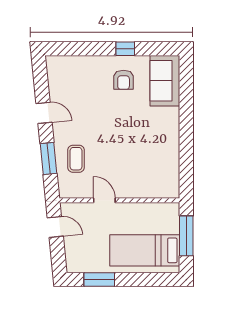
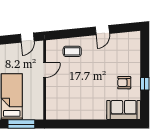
window: (48, 159) -> (72, 33), removed

